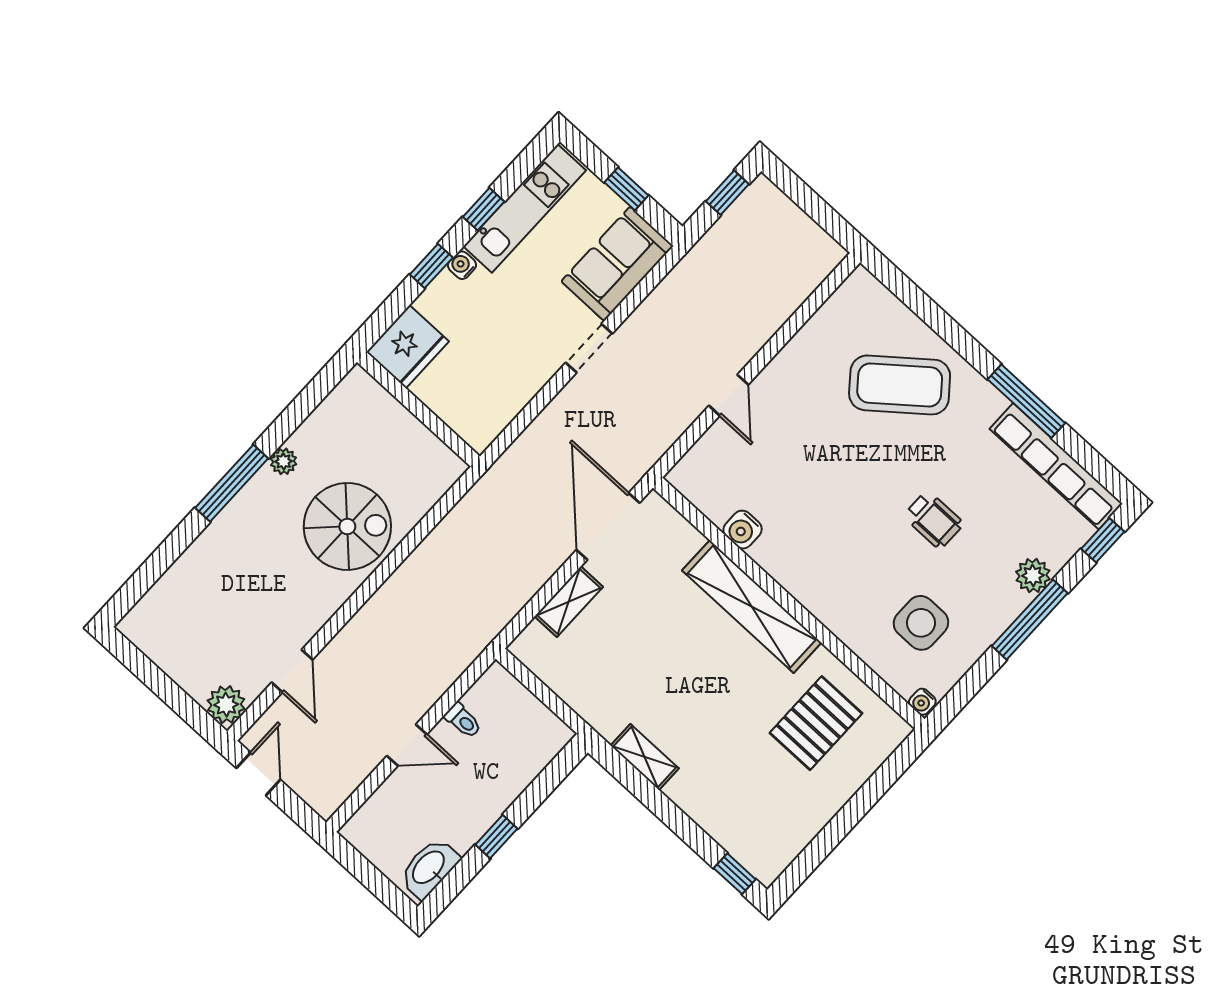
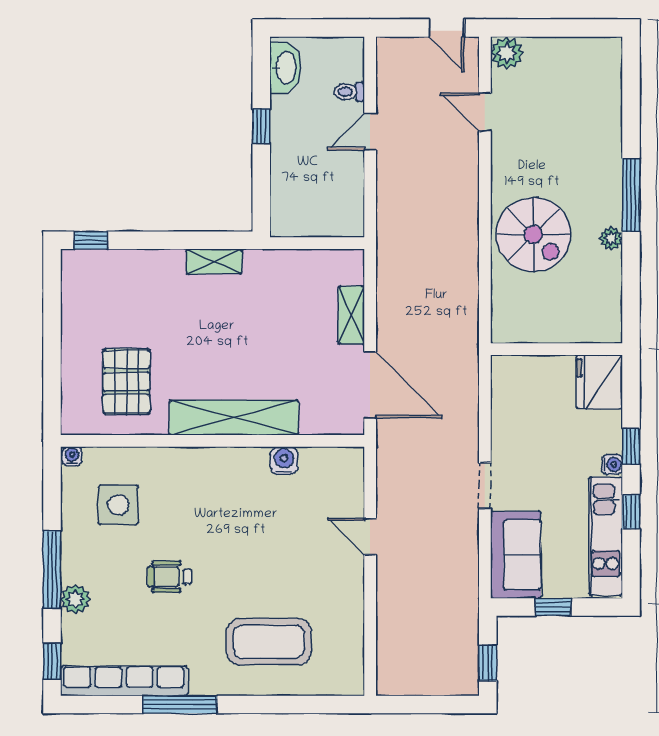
coffee table: (900, 385) -> (269, 642), turned 39
spiral stairs: (347, 526) -> (533, 235), turned -90
toilet: (463, 720) -> (349, 92), moved

